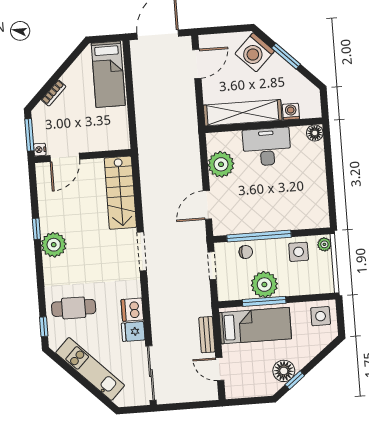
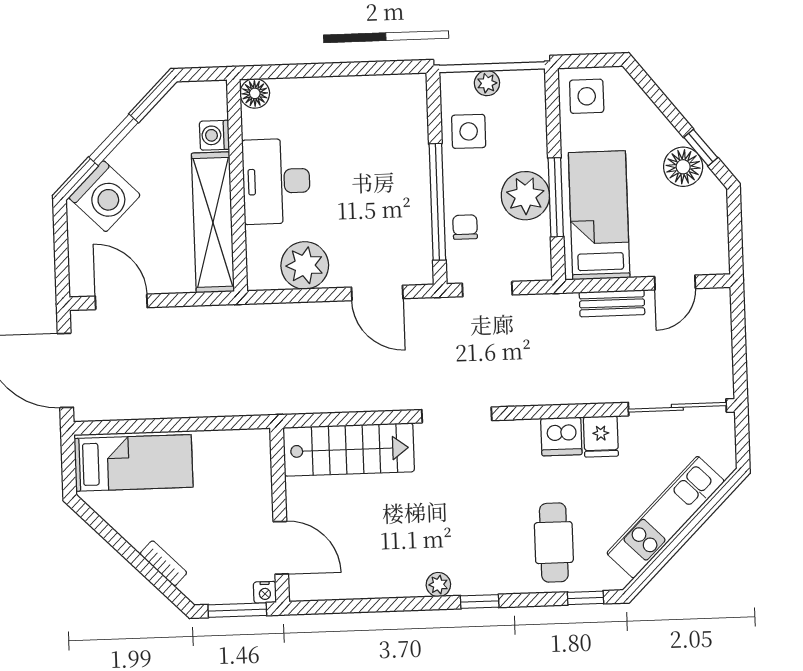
window: (36, 229) -> (480, 602), moved
plant: (324, 244) -> (487, 83), moved
plant: (54, 245) -> (438, 585), width x0.53, depth x0.53

